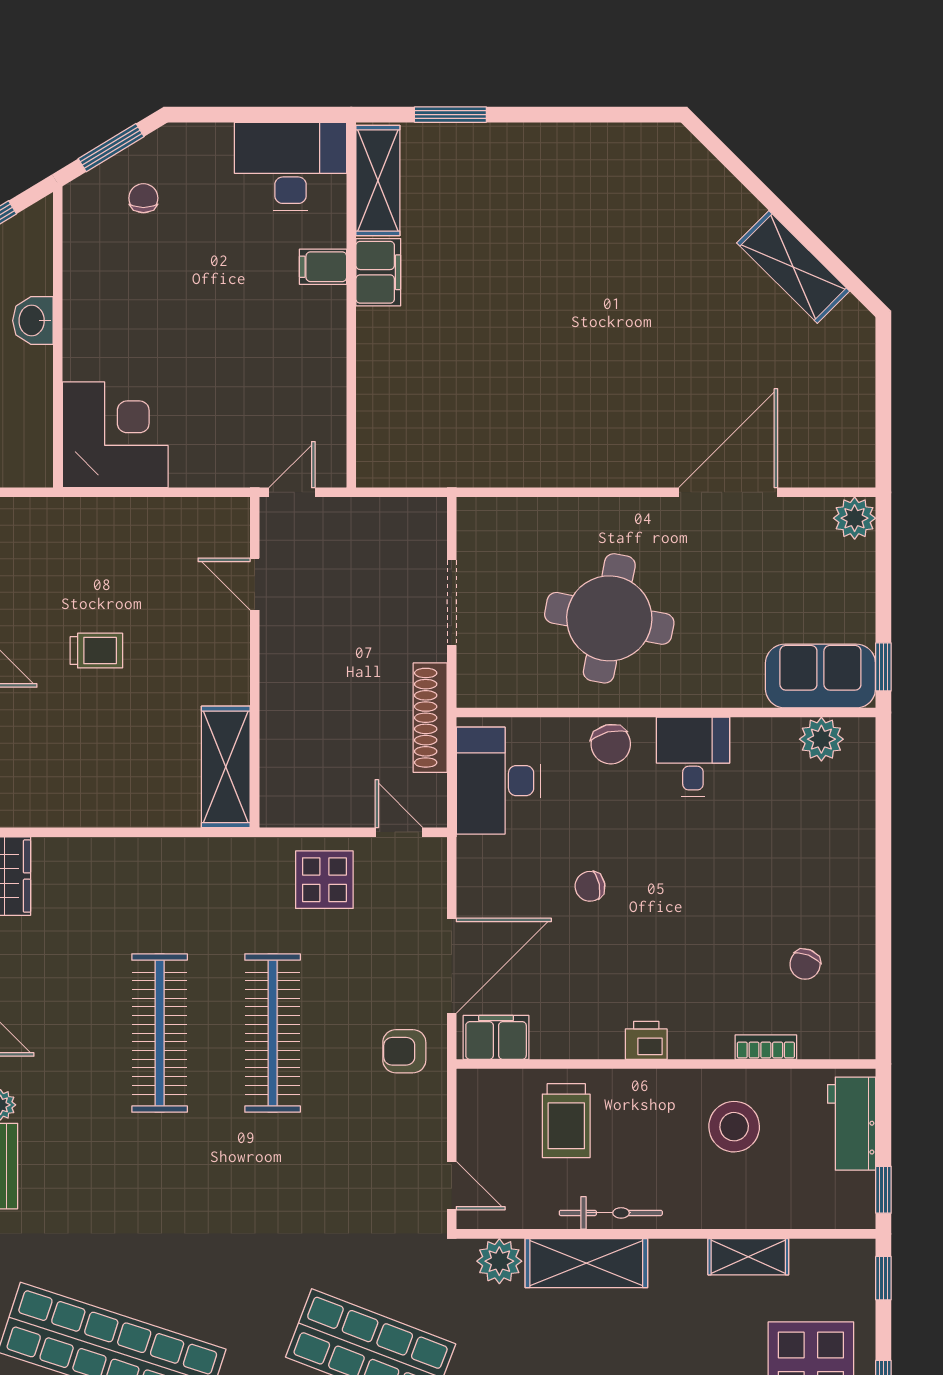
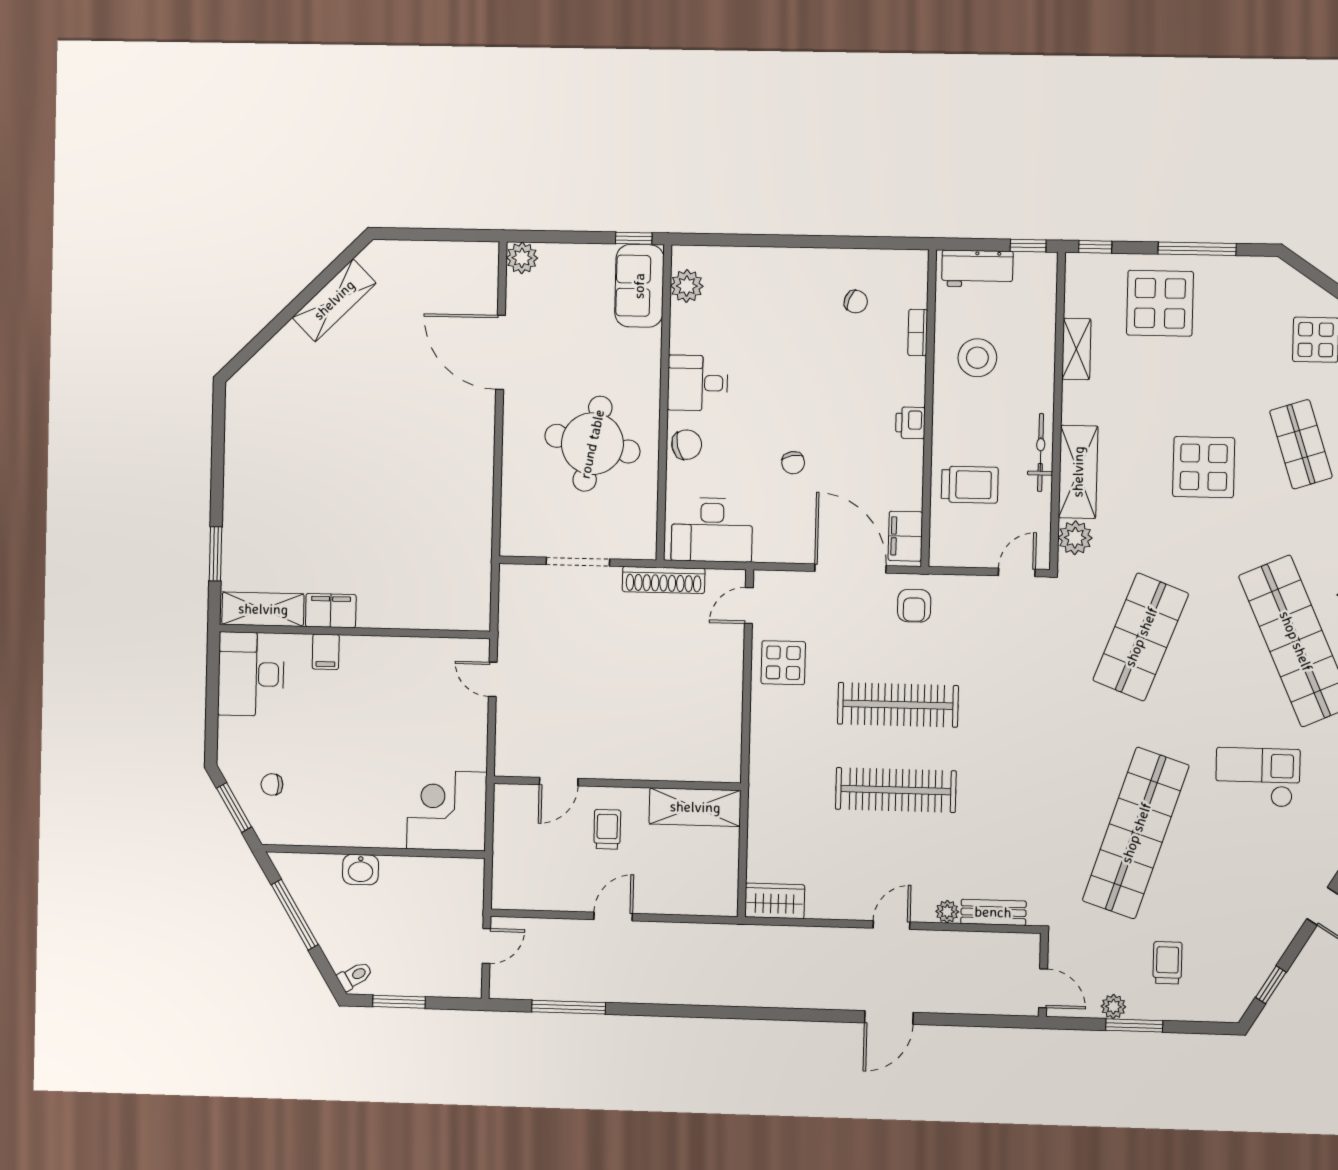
door: (255, 584) -> (559, 782), moved
wall: (255, 662) -> (617, 783), moved
shelving: (226, 767) -> (695, 807), moved

